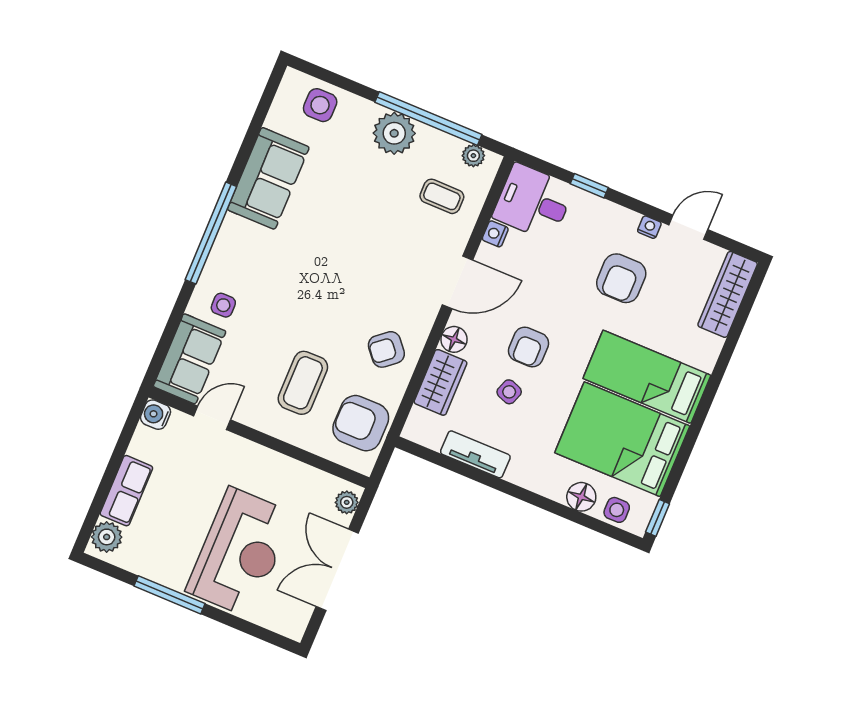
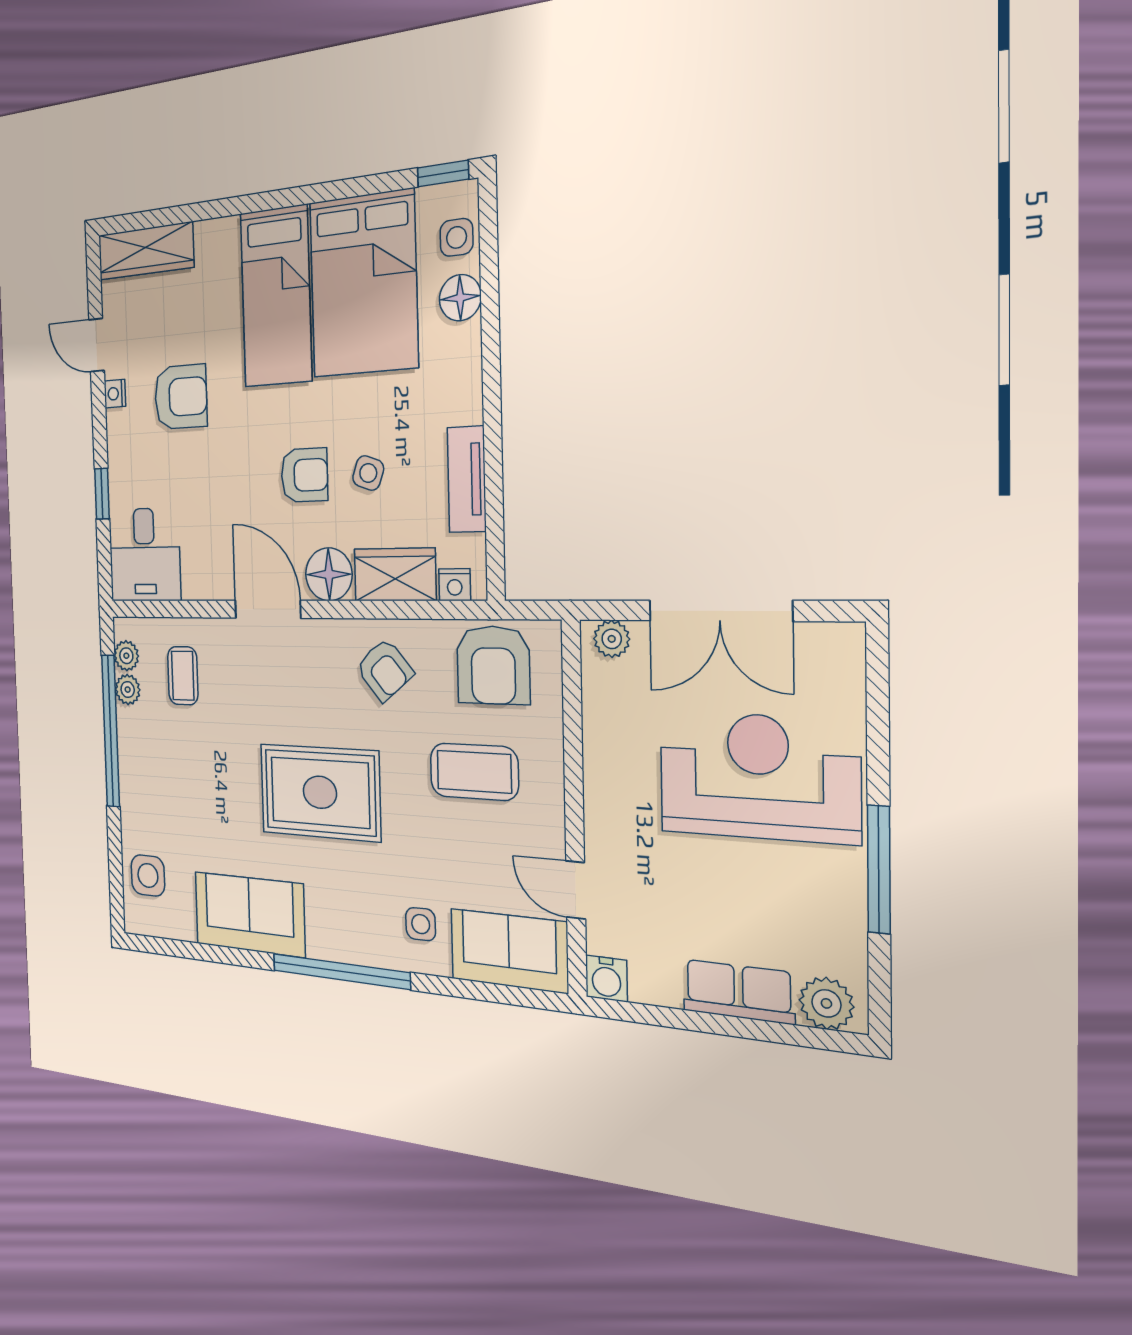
plant: (394, 133) -> (128, 690), moved, width x0.53, depth x0.53
nightstand: (495, 234) -> (455, 585), moved
rug: (328, 269) -> (320, 792), added
floor lamp: (454, 339) -> (329, 574), width x1.38, depth x1.38

